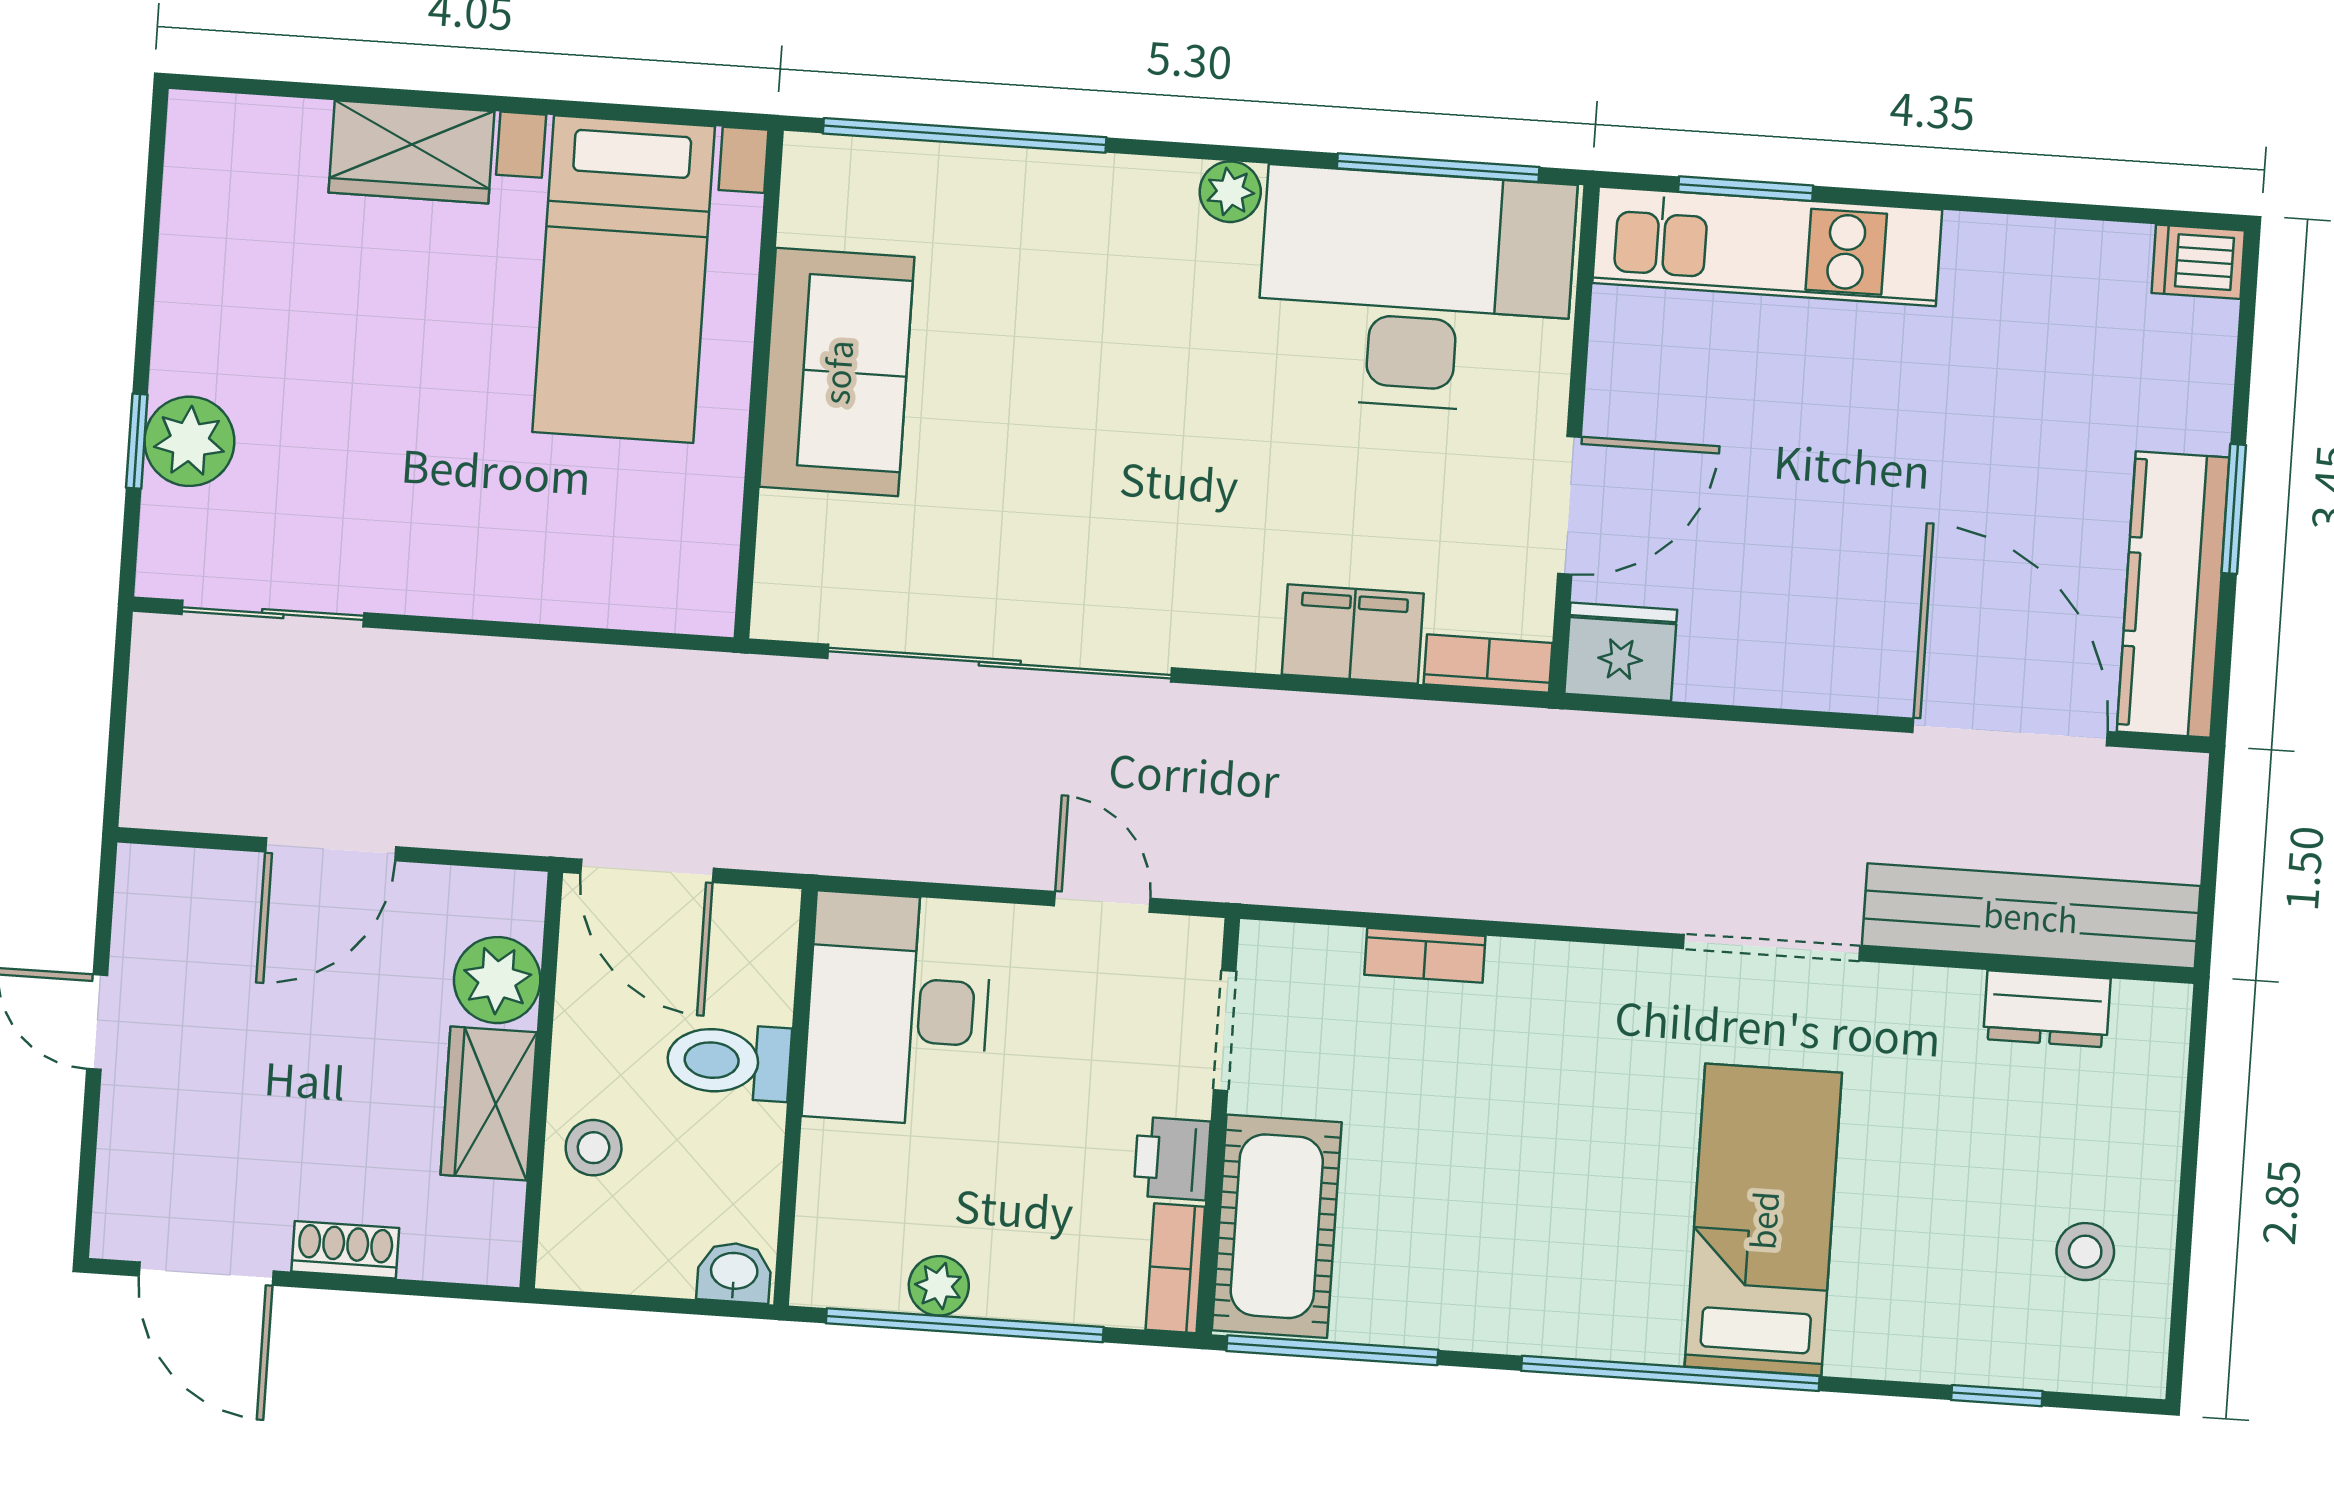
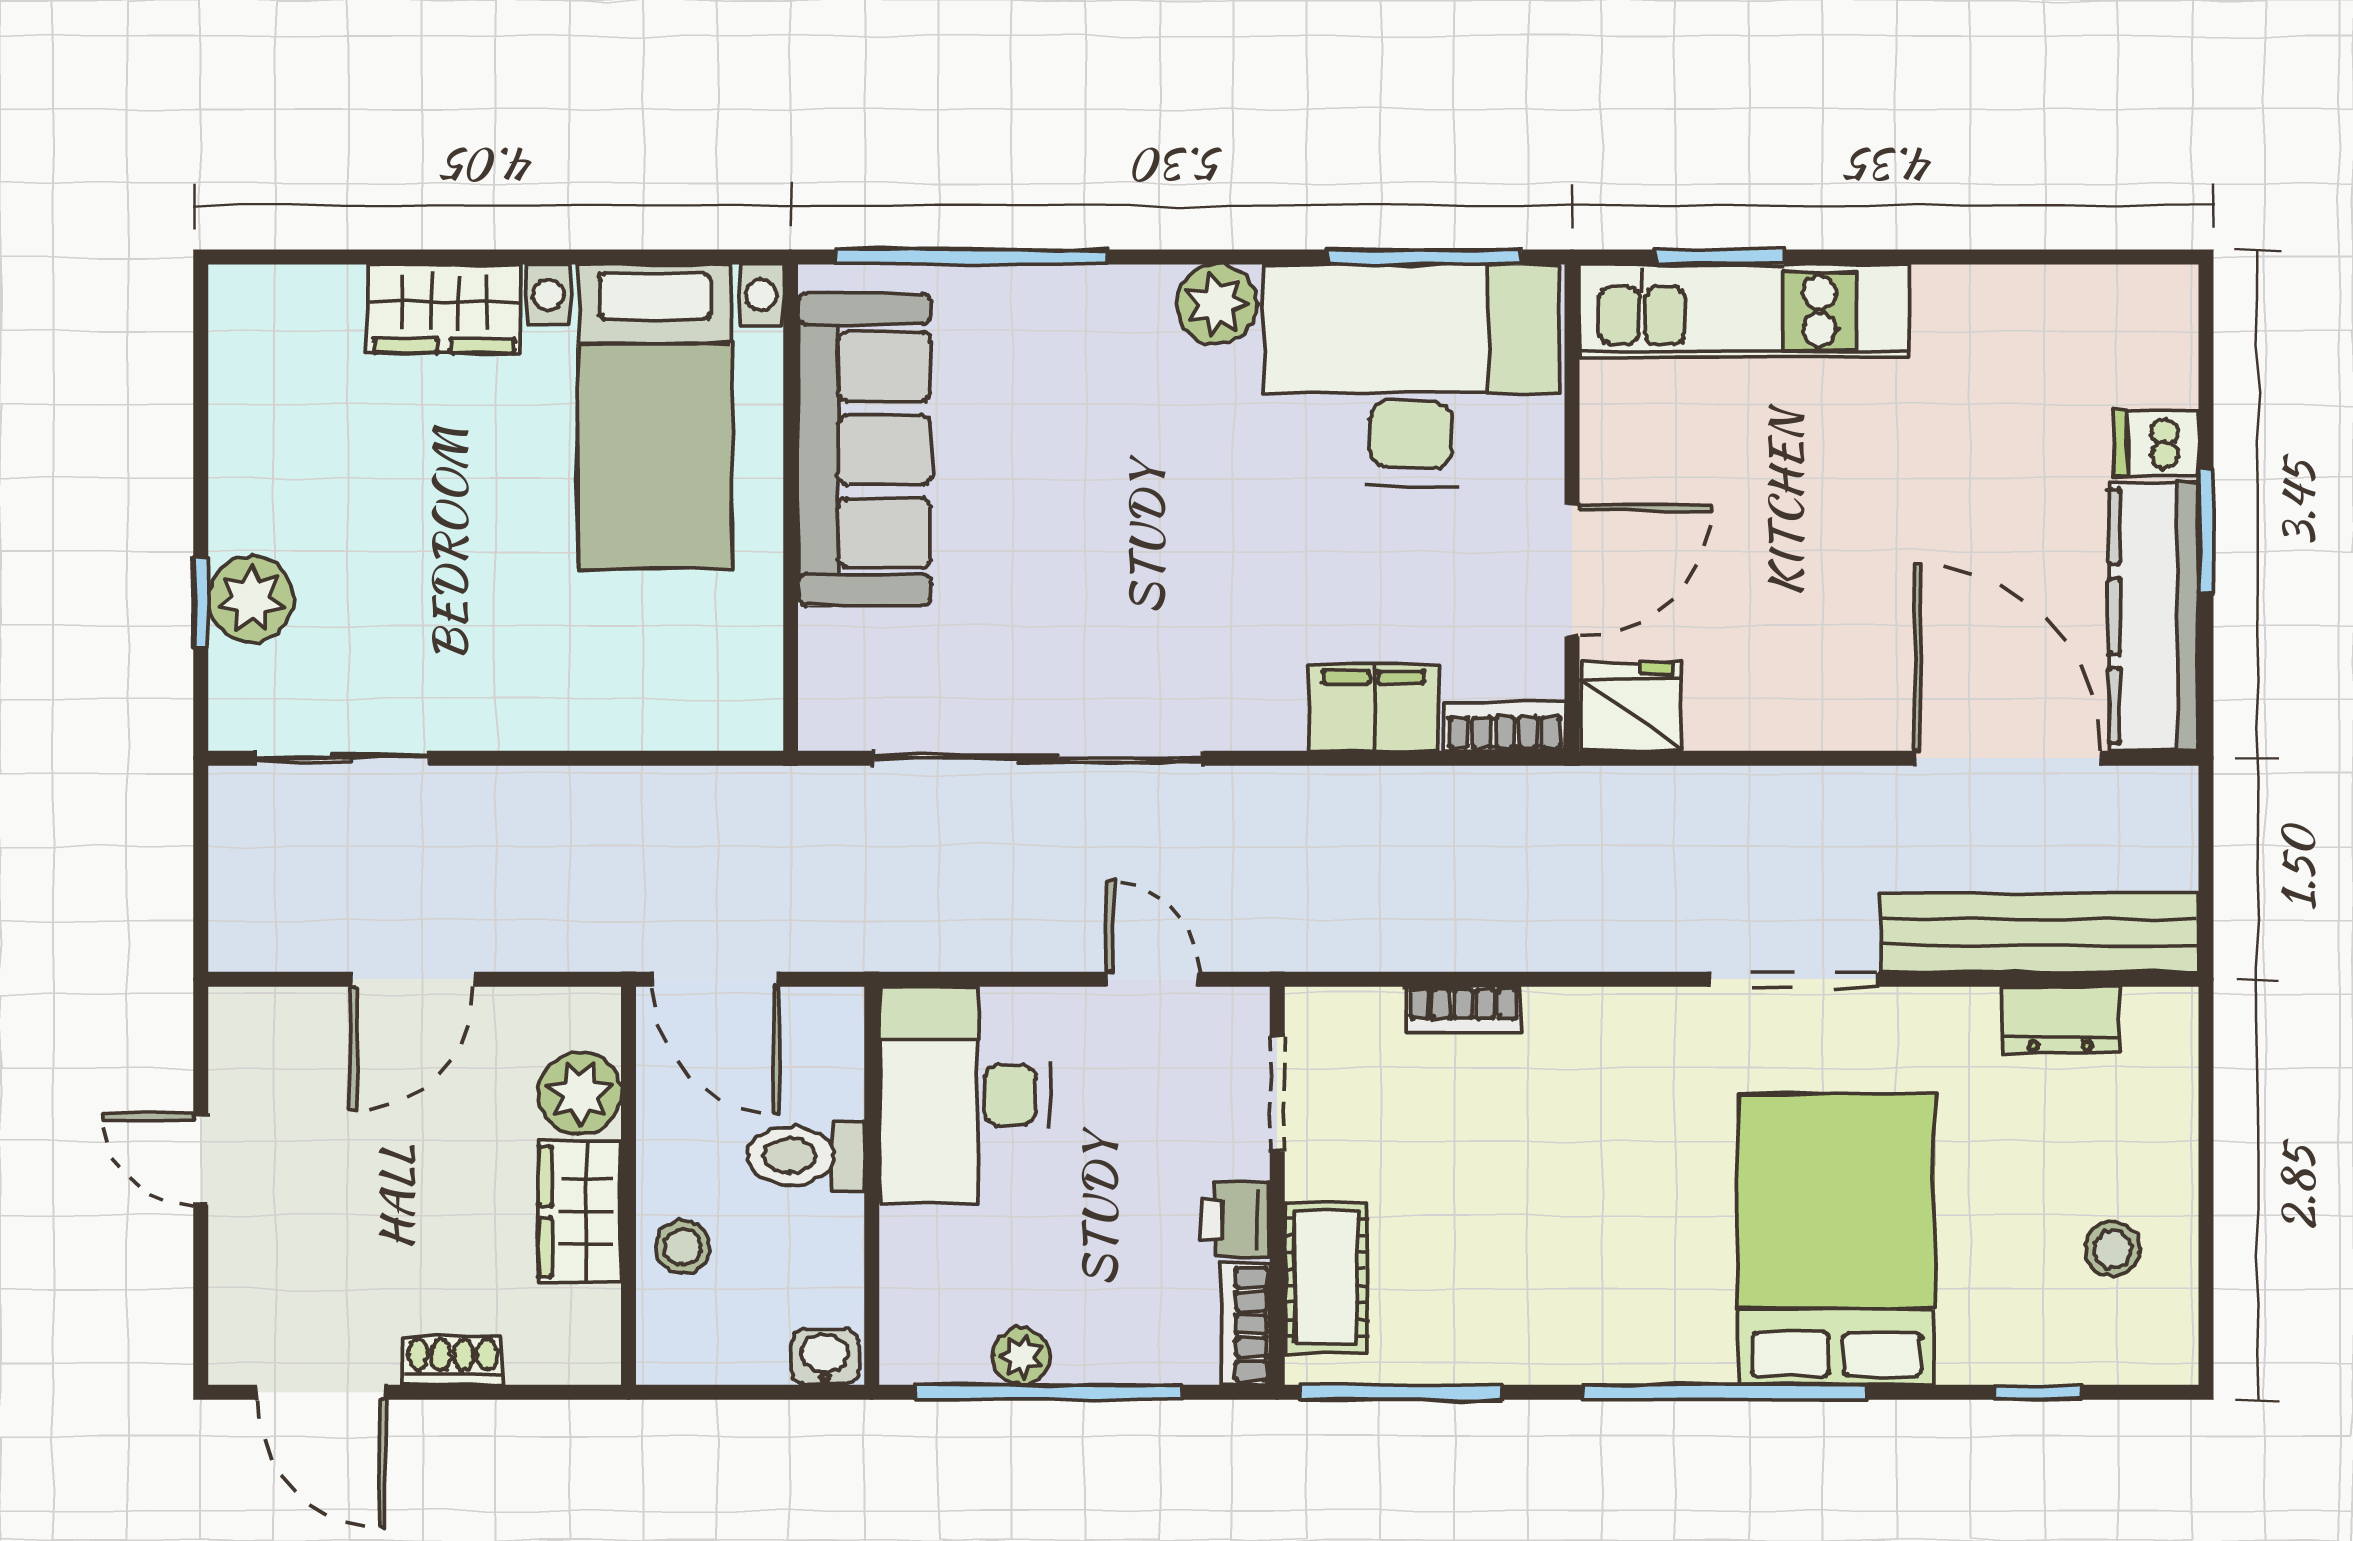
plant: (1230, 192) -> (1217, 304), width x1.38, depth x1.38
dishwasher: (2198, 262) -> (2156, 443), moved
sofa: (837, 372) -> (864, 450), width x1.36
bed: (1763, 1220) -> (1836, 1240), width x1.50
cot: (1277, 1226) -> (1326, 1277), width x0.73, depth x0.75

